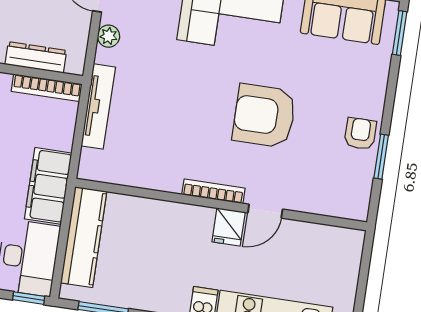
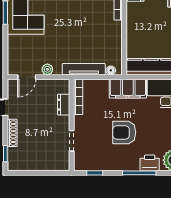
dresser: (36, 57) -> (64, 105), width x0.70
floor lamp: (88, 158) -> (111, 70), added

